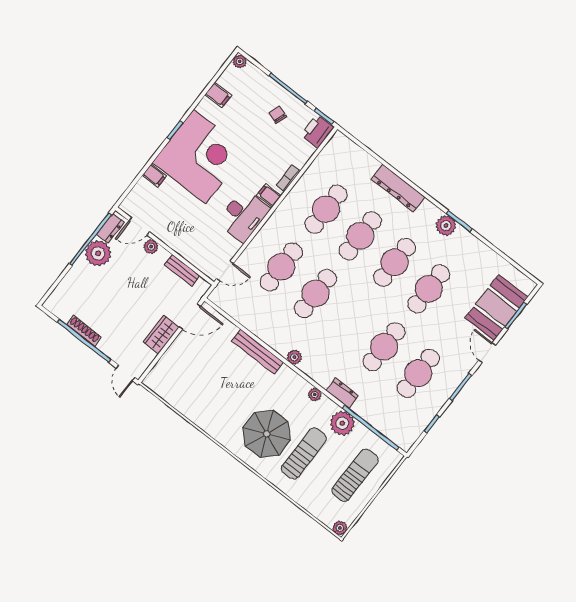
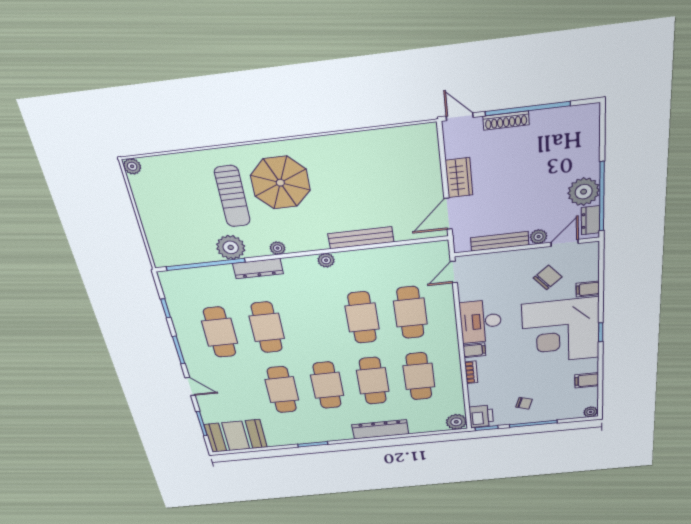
chair: (171, 209) -> (548, 277), added
plant: (446, 226) -> (456, 422), moved
bench: (182, 270) -> (500, 241), width x1.36
booth: (496, 308) -> (236, 436), moved, turned 90
shoe rack: (84, 331) -> (506, 121), moved
dresser: (342, 393) -> (258, 269), width x1.44
sun lounger: (355, 475) -> (173, 219), removed

